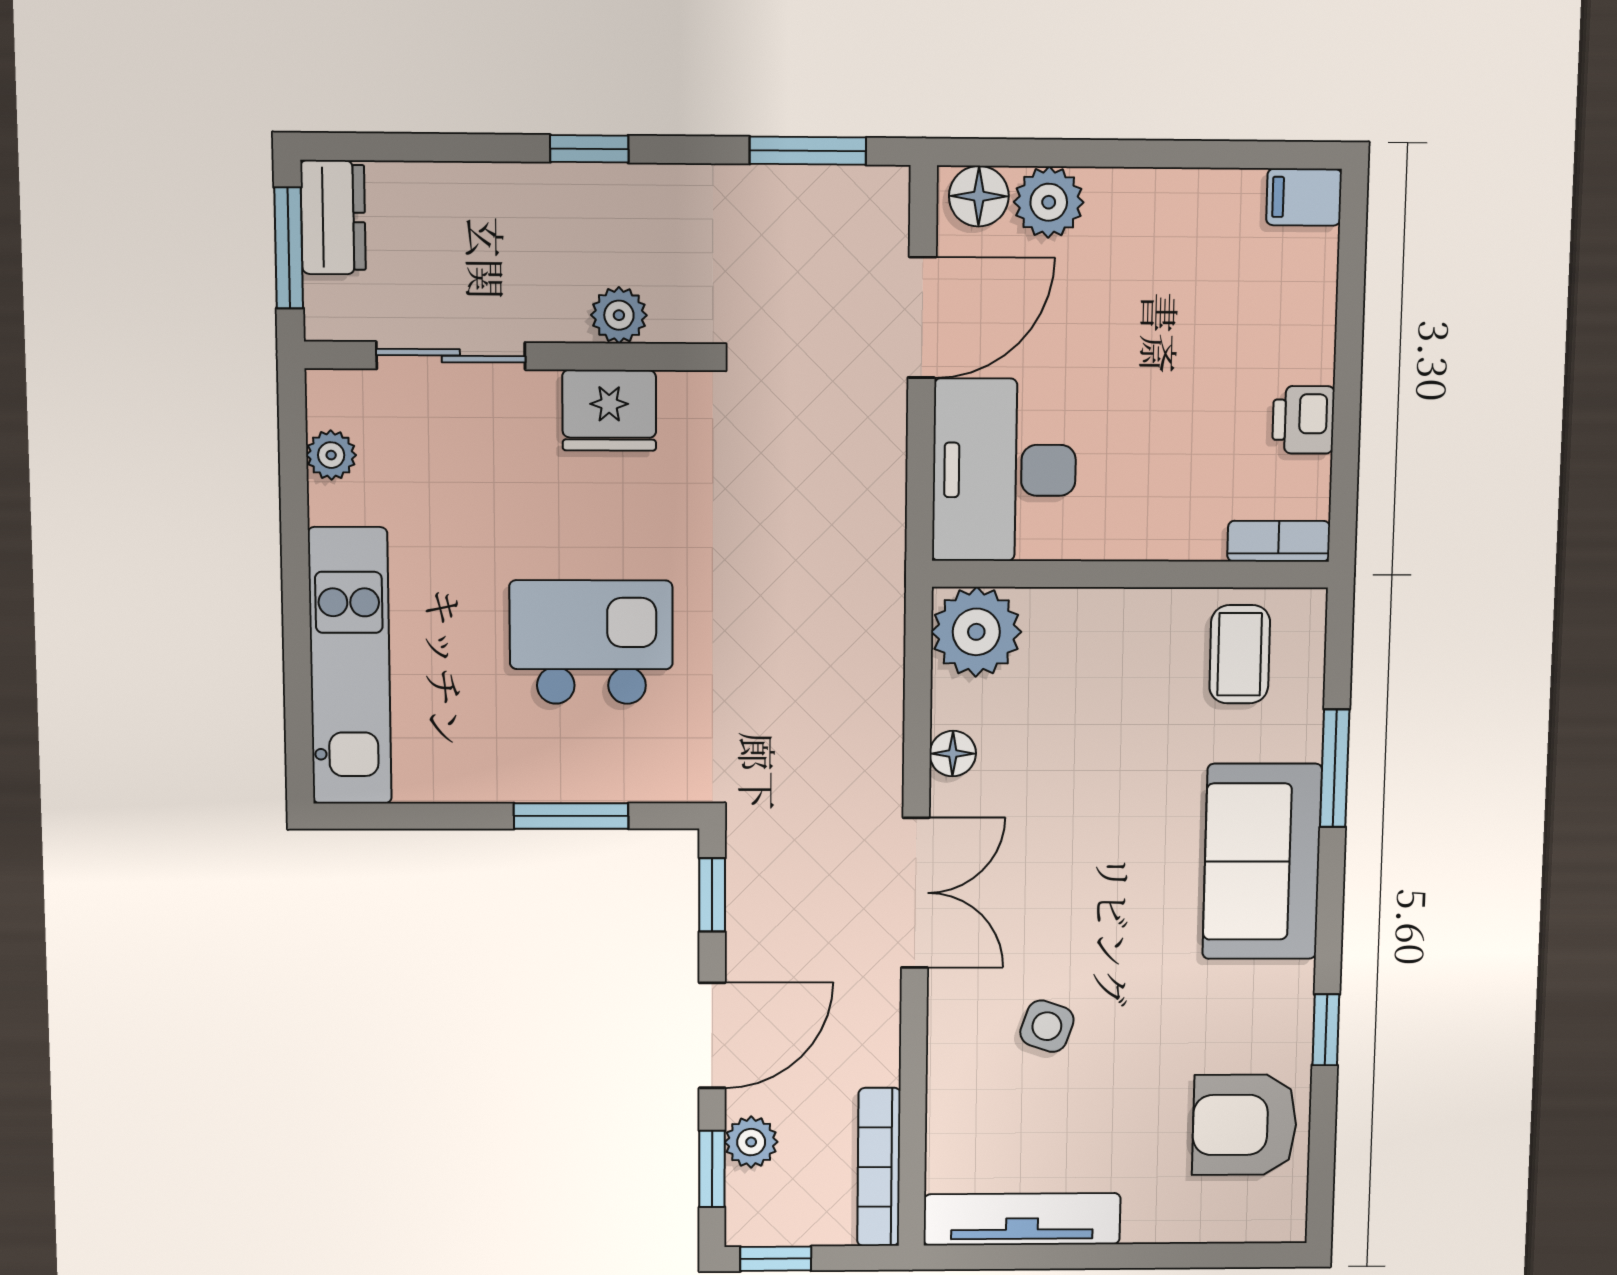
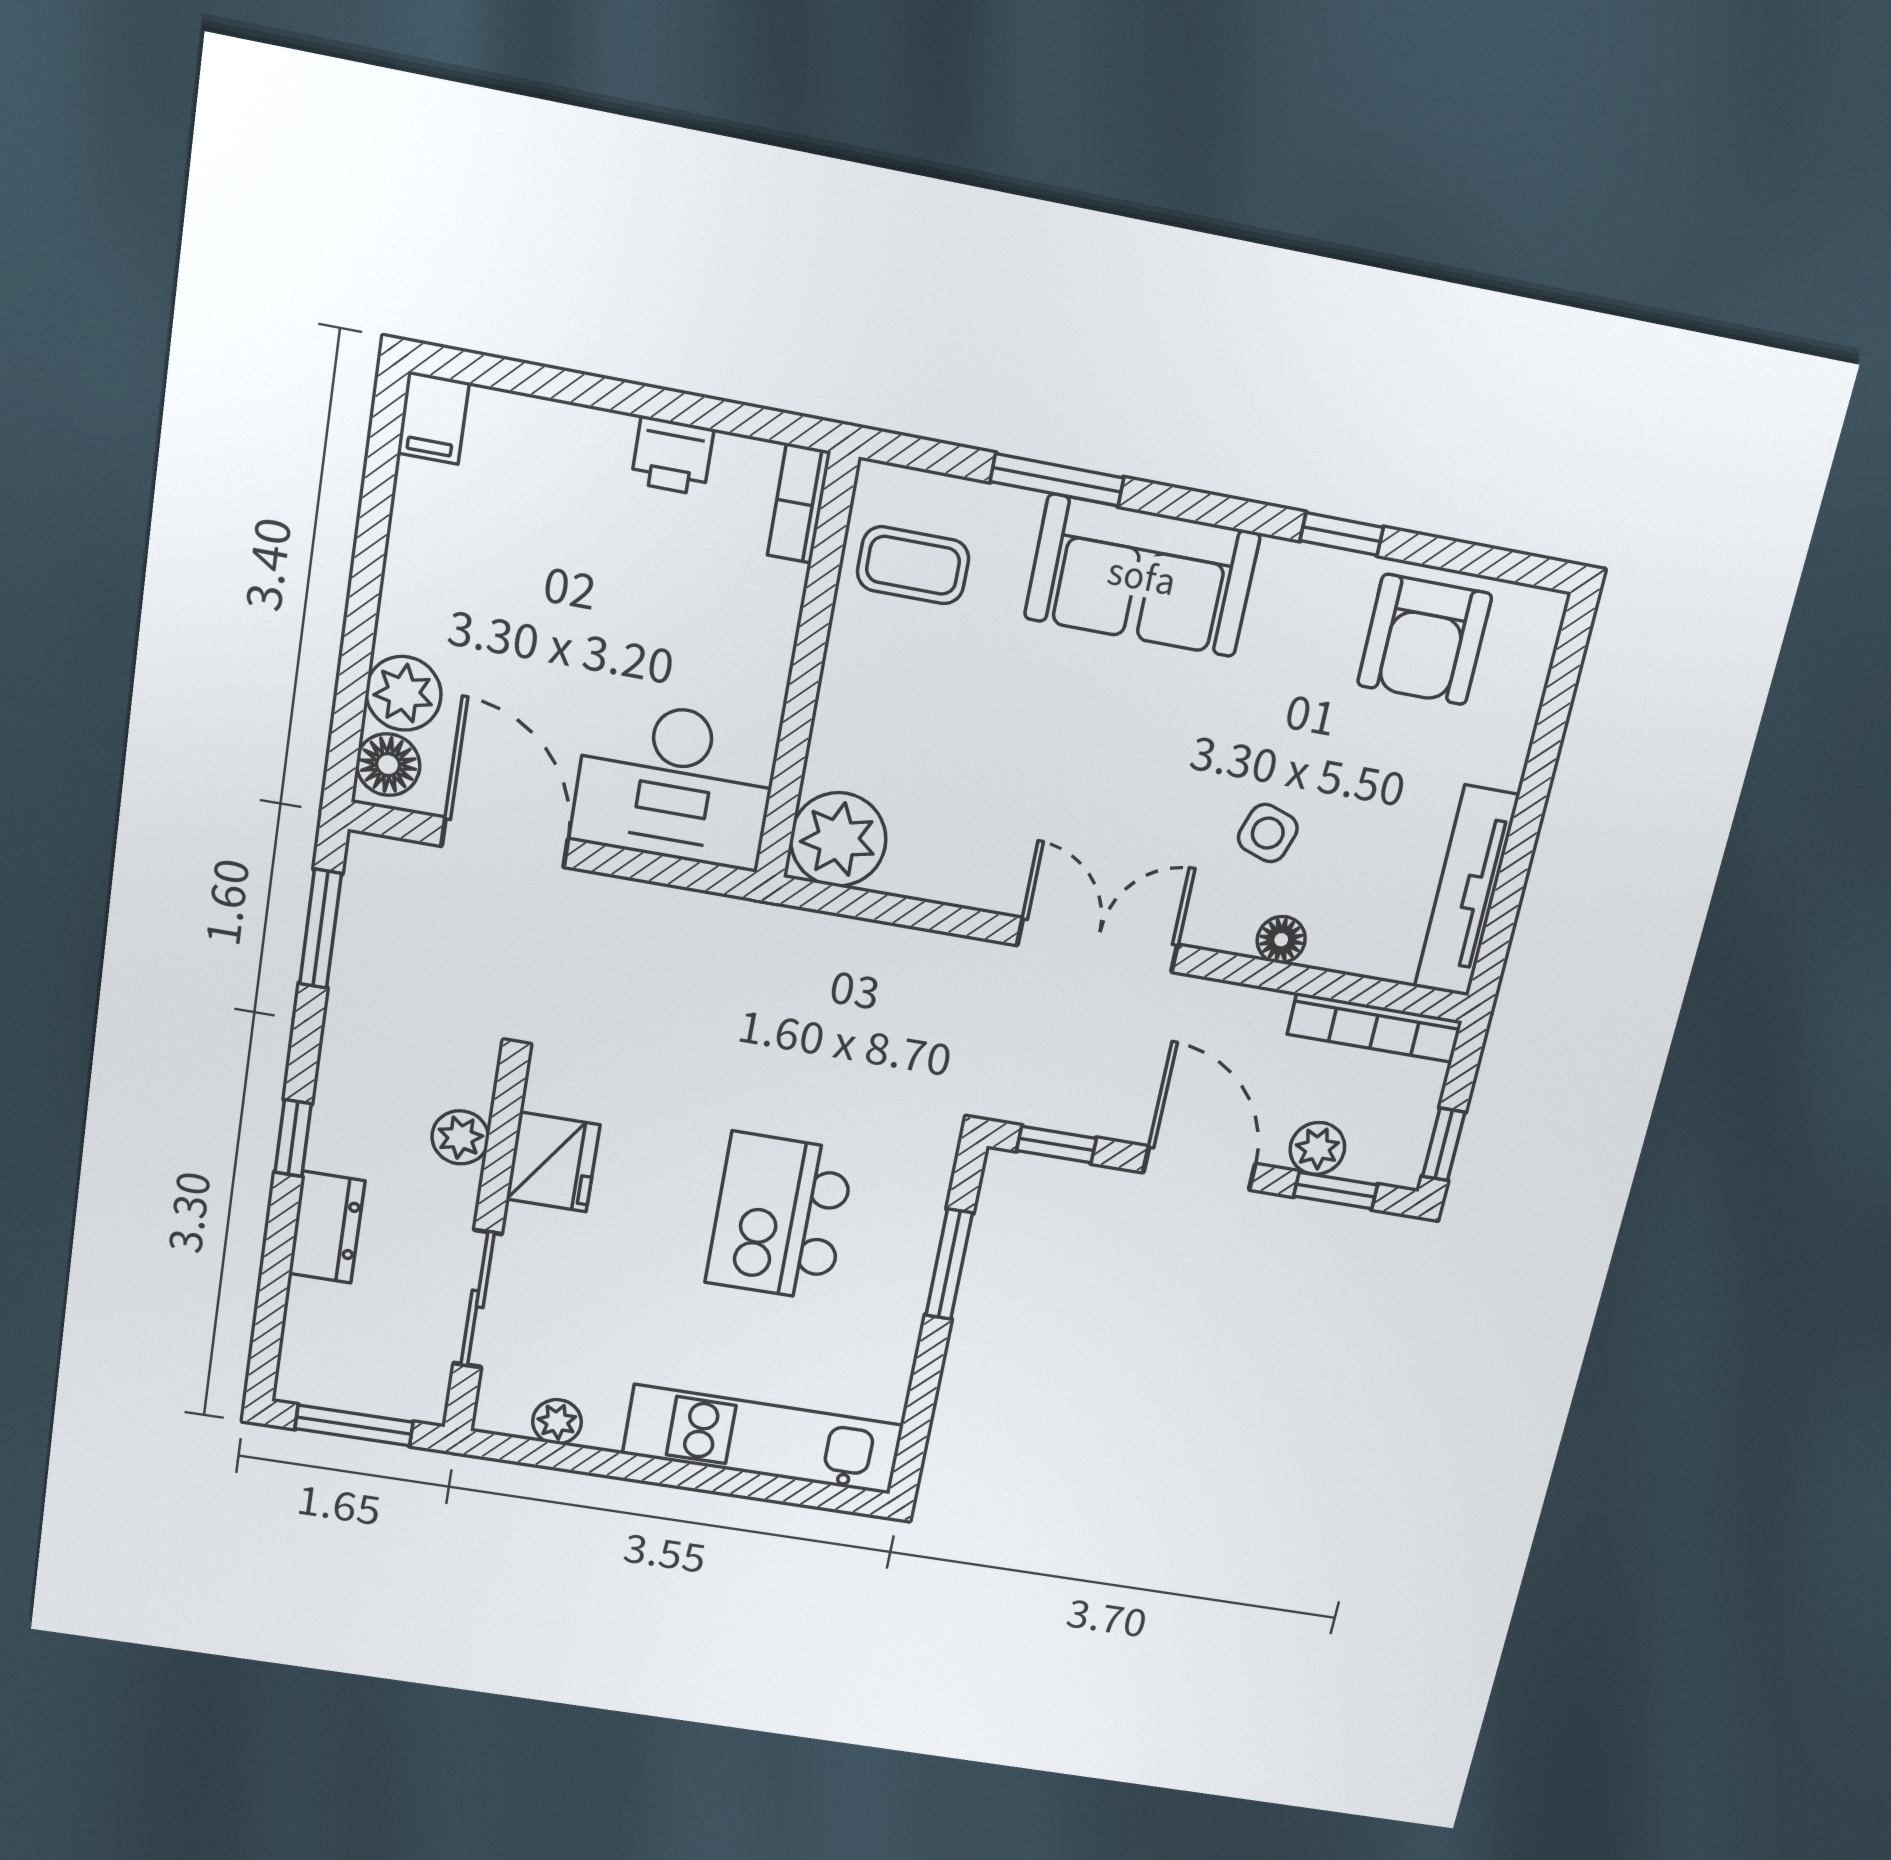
dresser: (333, 217) -> (327, 1227), moved, turned 90
floor lamp: (953, 754) -> (1281, 940), moved

